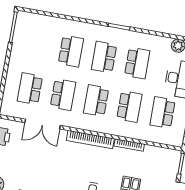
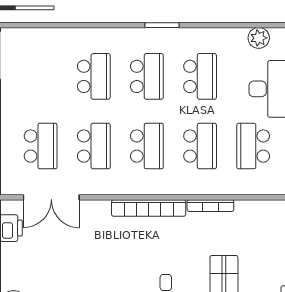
school desk: (104, 57) -> (147, 76), turned 180
school desk: (30, 89) -> (41, 146), turned 180
school desk: (96, 101) -> (147, 146), turned 180
double door: (42, 124) -> (51, 197), moved

